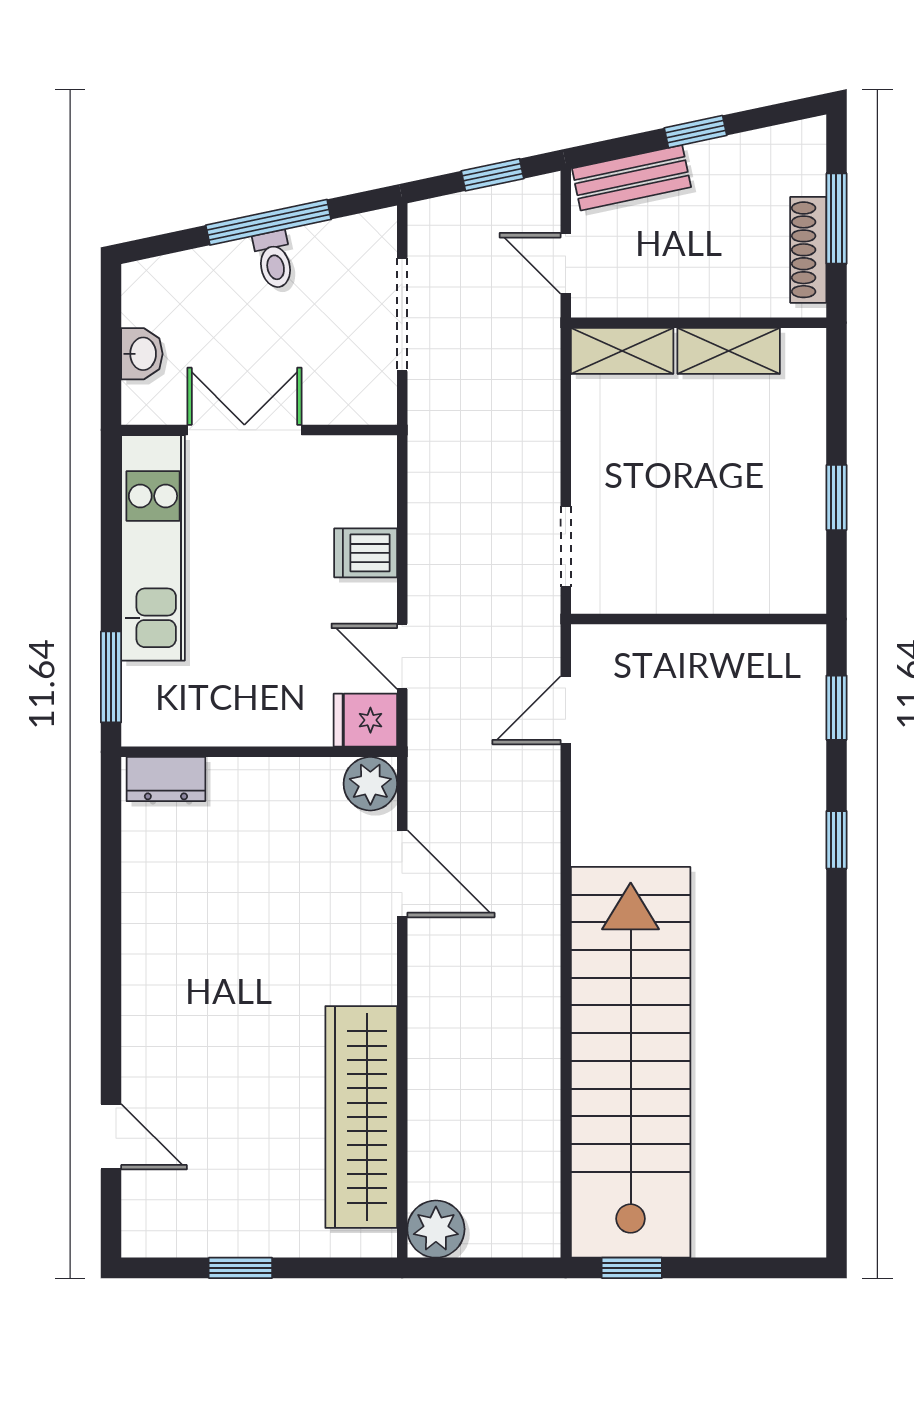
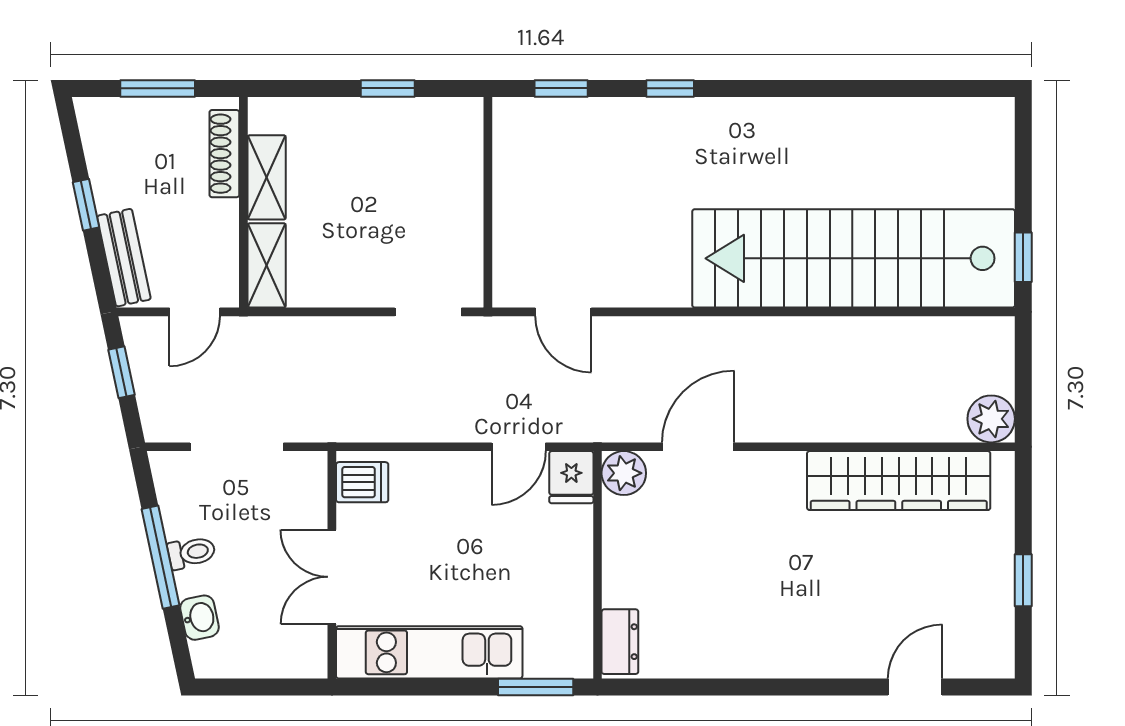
shoe rack: (808, 250) -> (224, 154), moved, turned 90
washbasin: (142, 354) -> (200, 618), moved, turned 78
dishwasher: (366, 553) -> (362, 482), moved, turned -90

